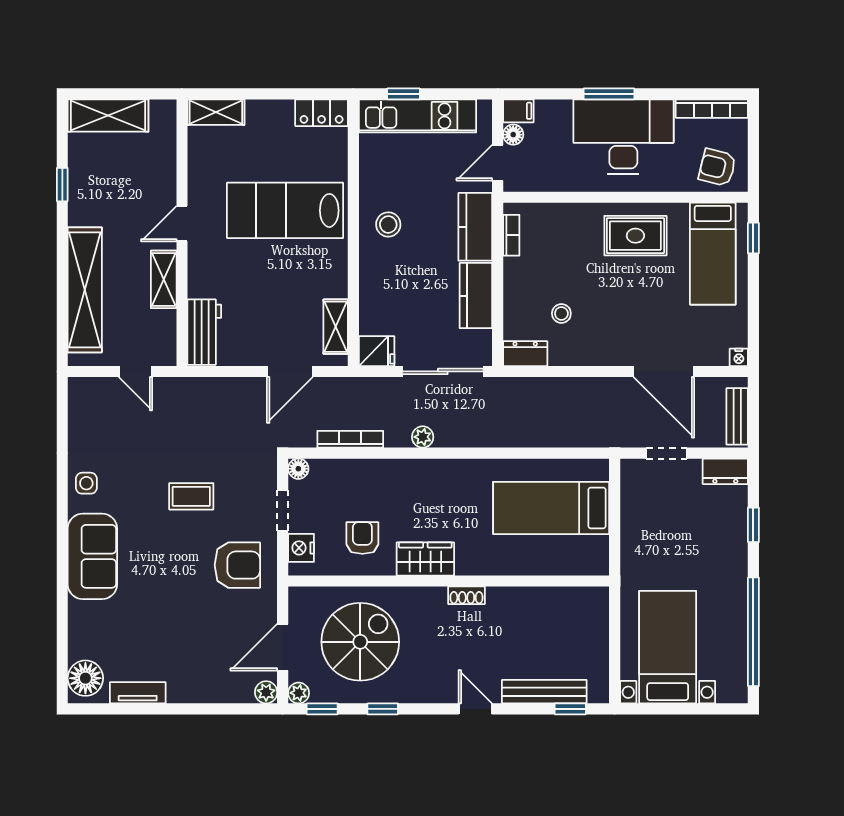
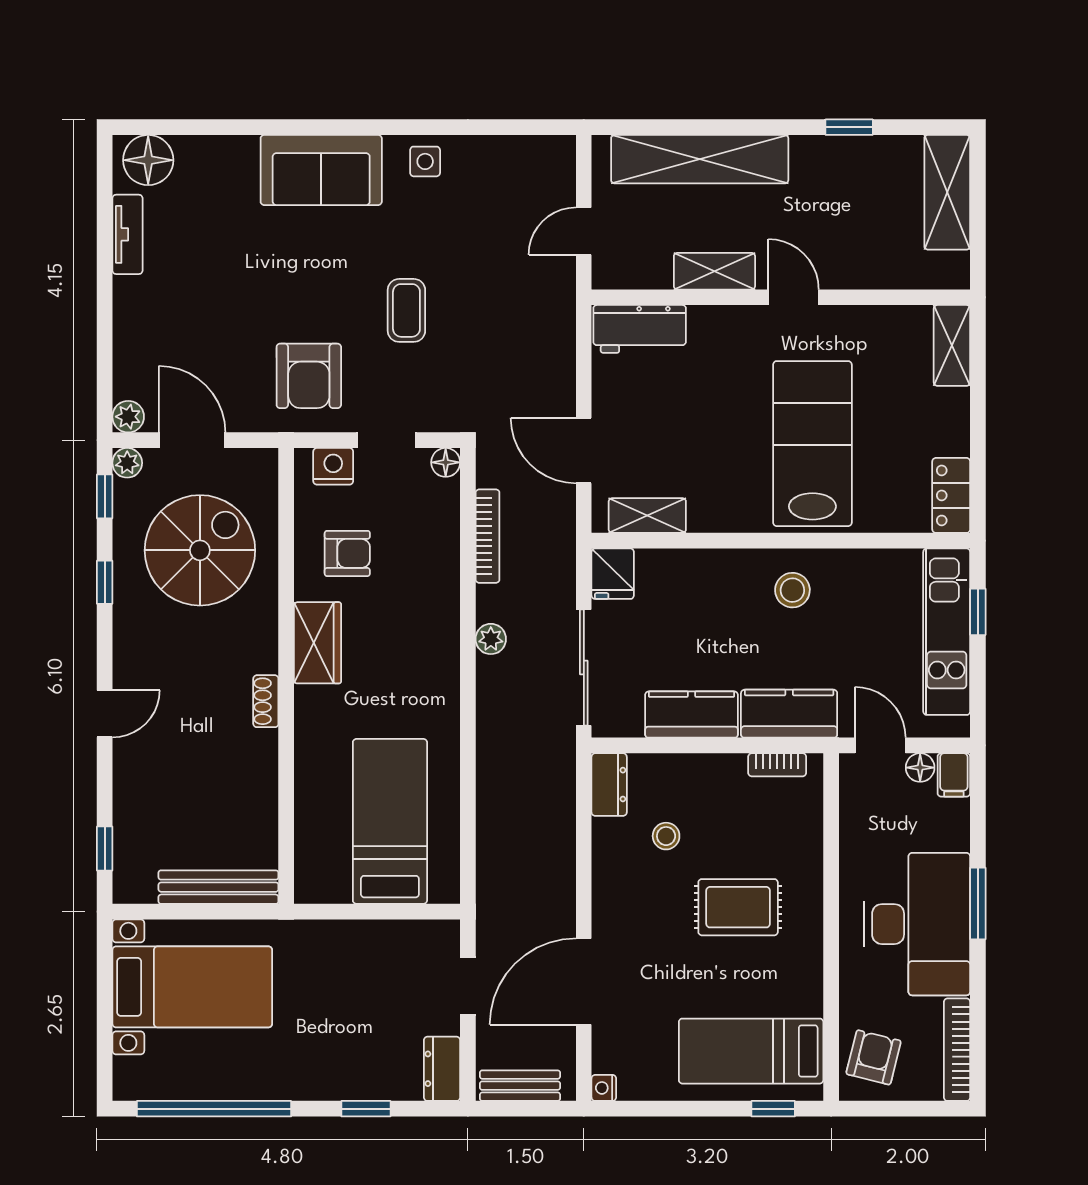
rug: (635, 236) -> (738, 907), moved, turned 90
spiral stairs: (360, 642) -> (200, 550), turned -90
bench: (544, 692) -> (218, 887), moved, turned 90

